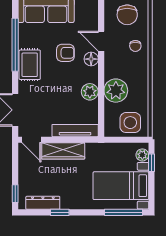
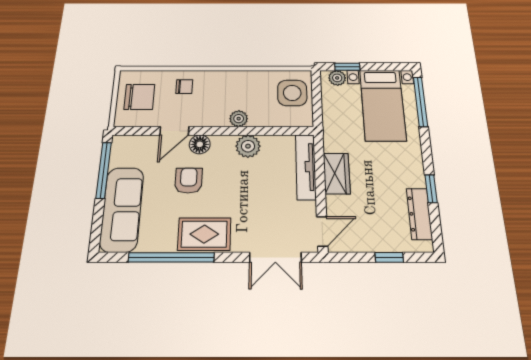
plant: (116, 91) -> (239, 119), width x0.53, depth x0.53
wardrobe: (63, 151) -> (337, 173), width x0.67
window: (15, 194) -> (389, 257), moved

